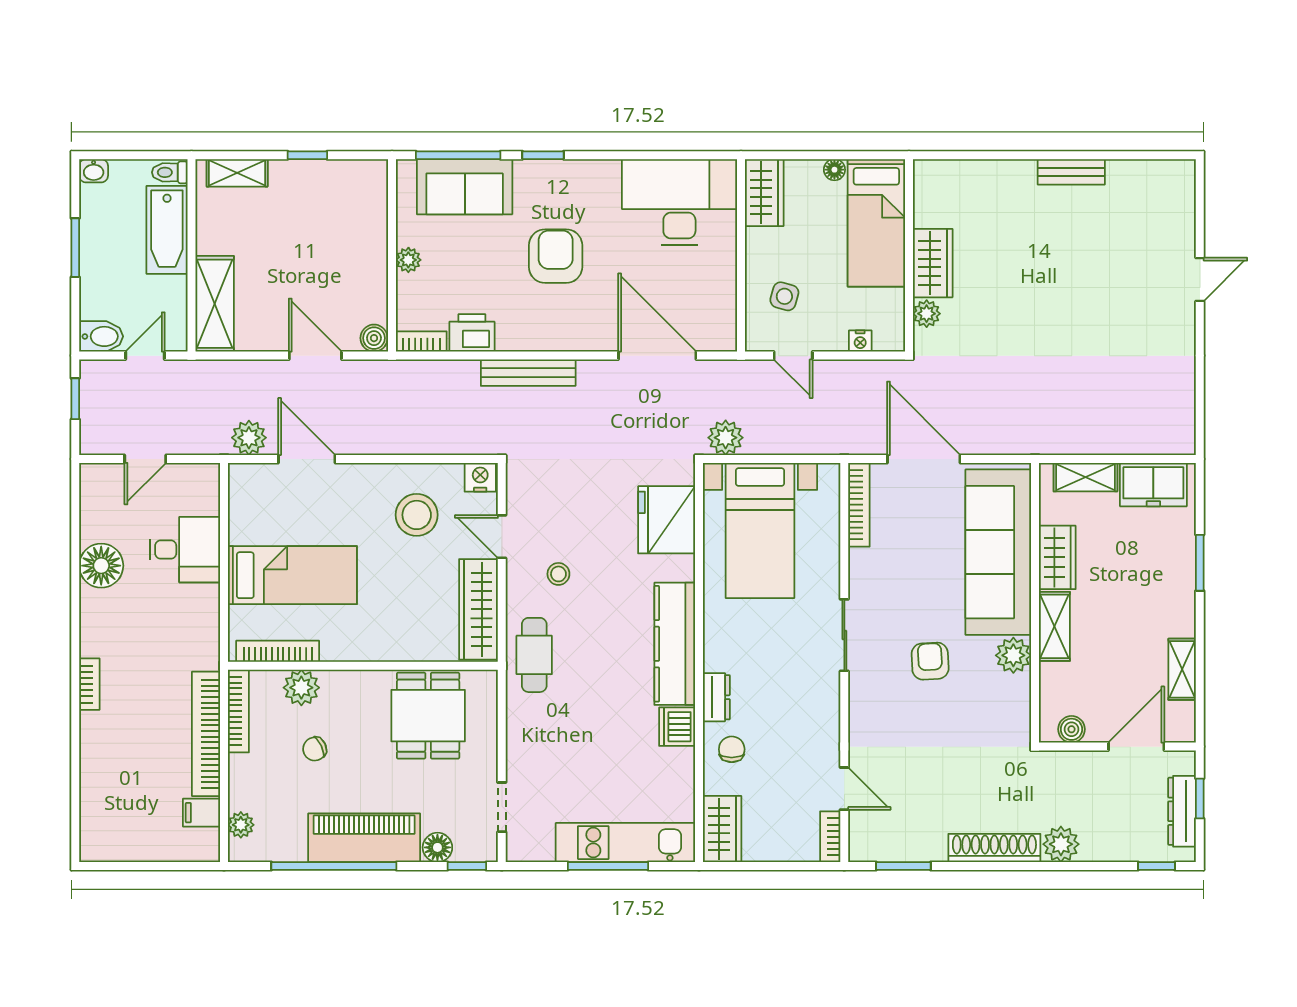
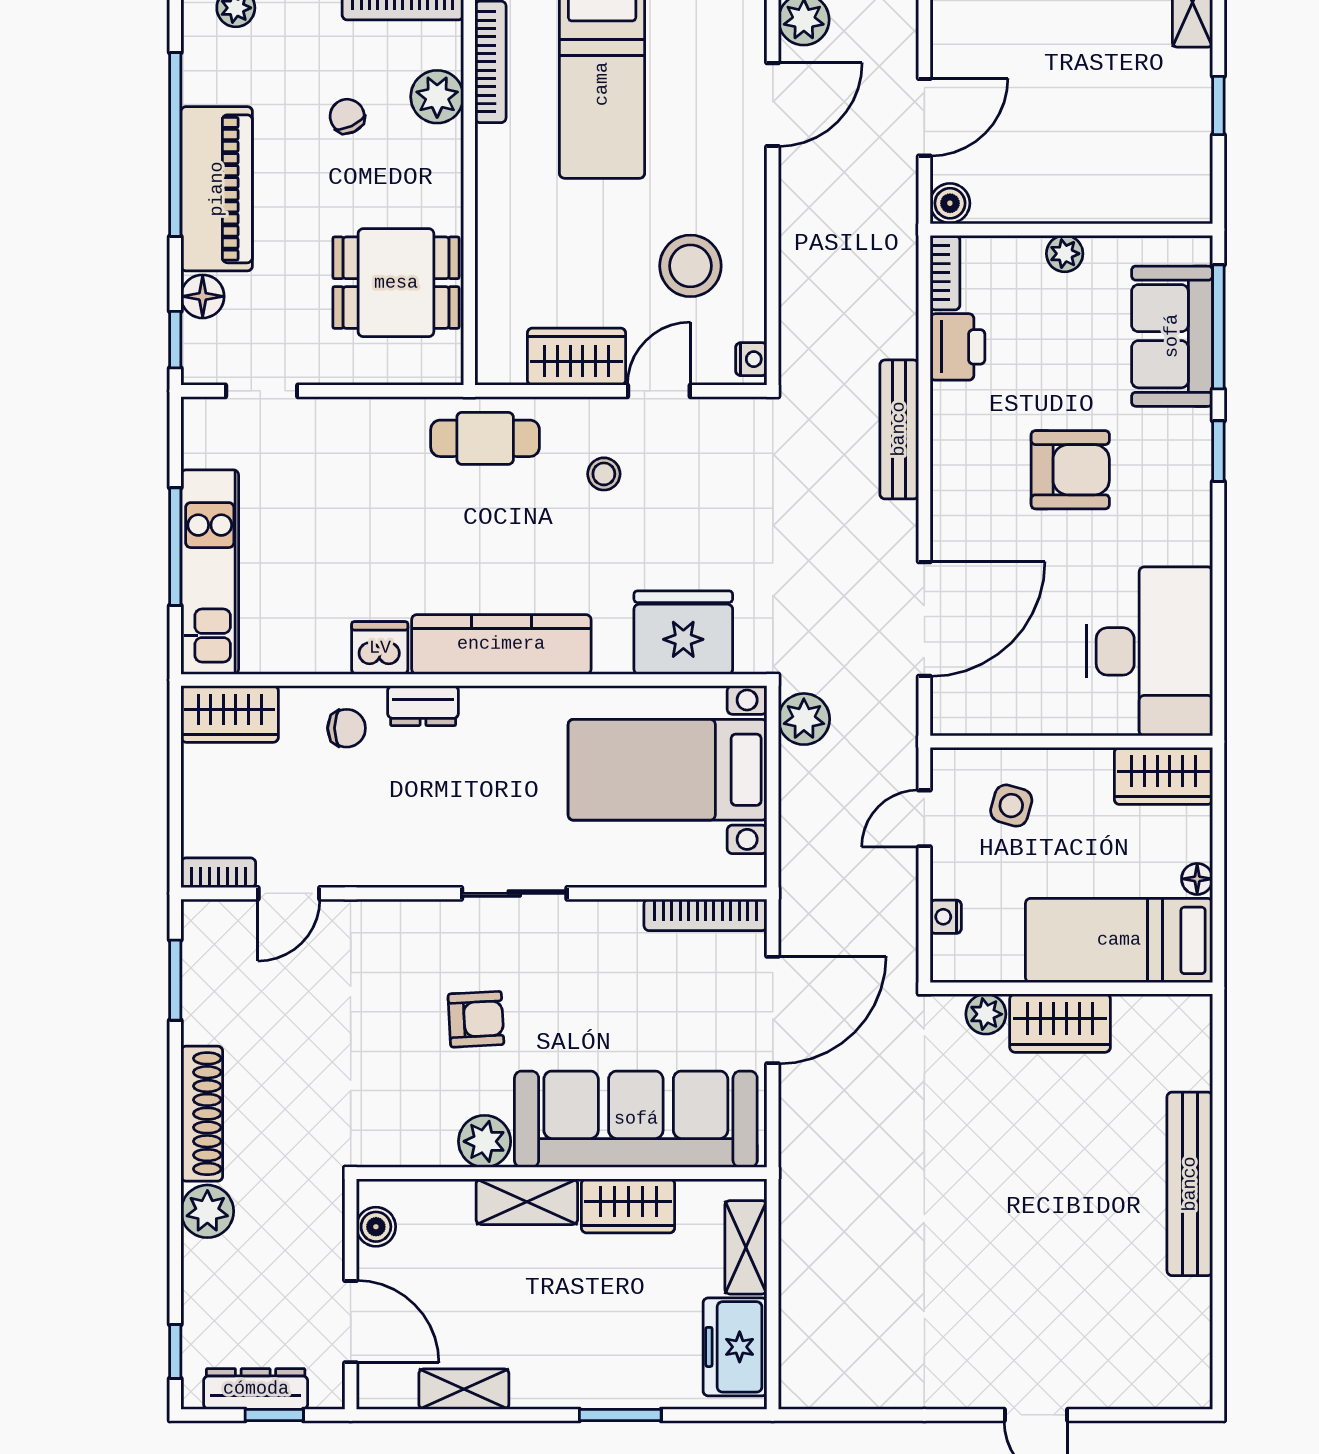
bench: (1071, 172) -> (1190, 1184), width x1.86, depth x1.21
nightstand: (480, 477) -> (751, 359), width x0.72, depth x0.74
wardrobe: (478, 609) -> (576, 357), width x0.67

